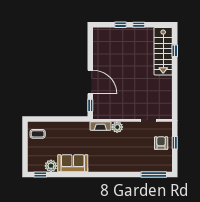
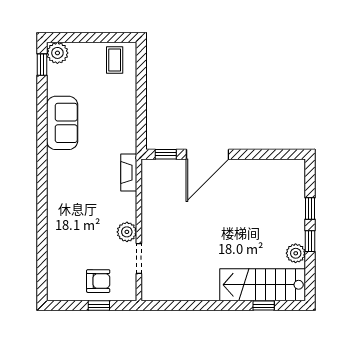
plant: (146, 33) -> (296, 253), added
plant: (117, 127) -> (127, 232), moved
plant: (51, 166) -> (57, 53), moved
window: (154, 174) -> (42, 268), removed

